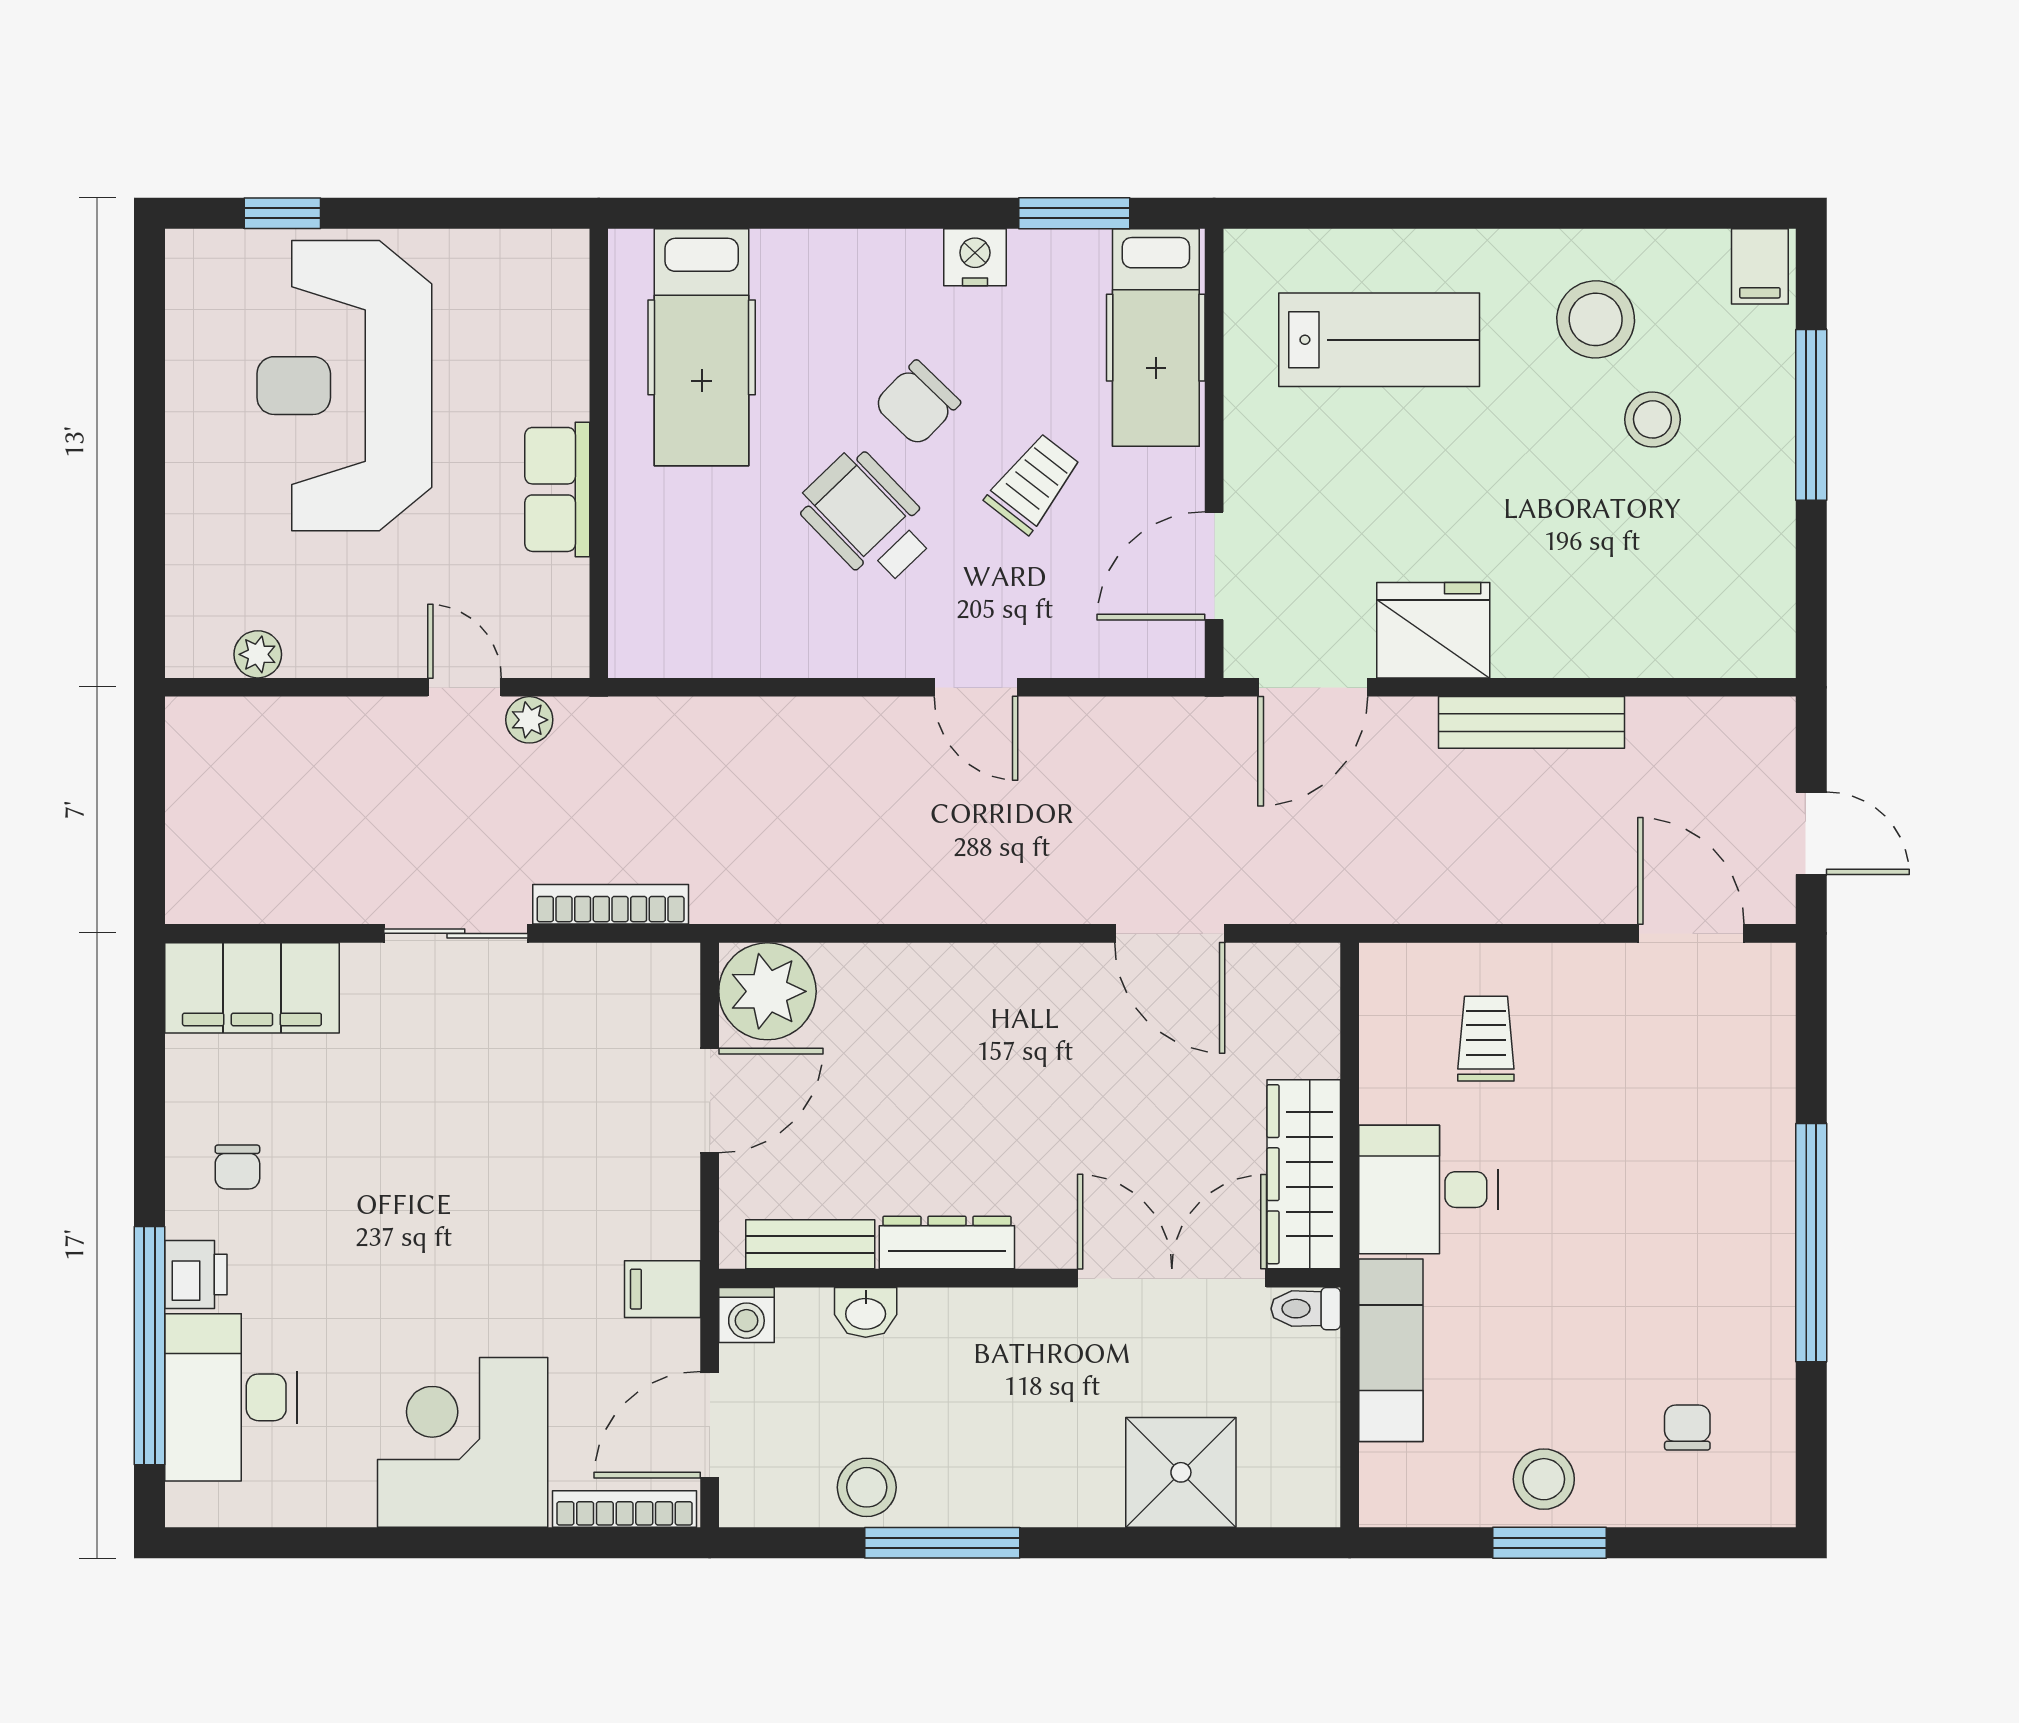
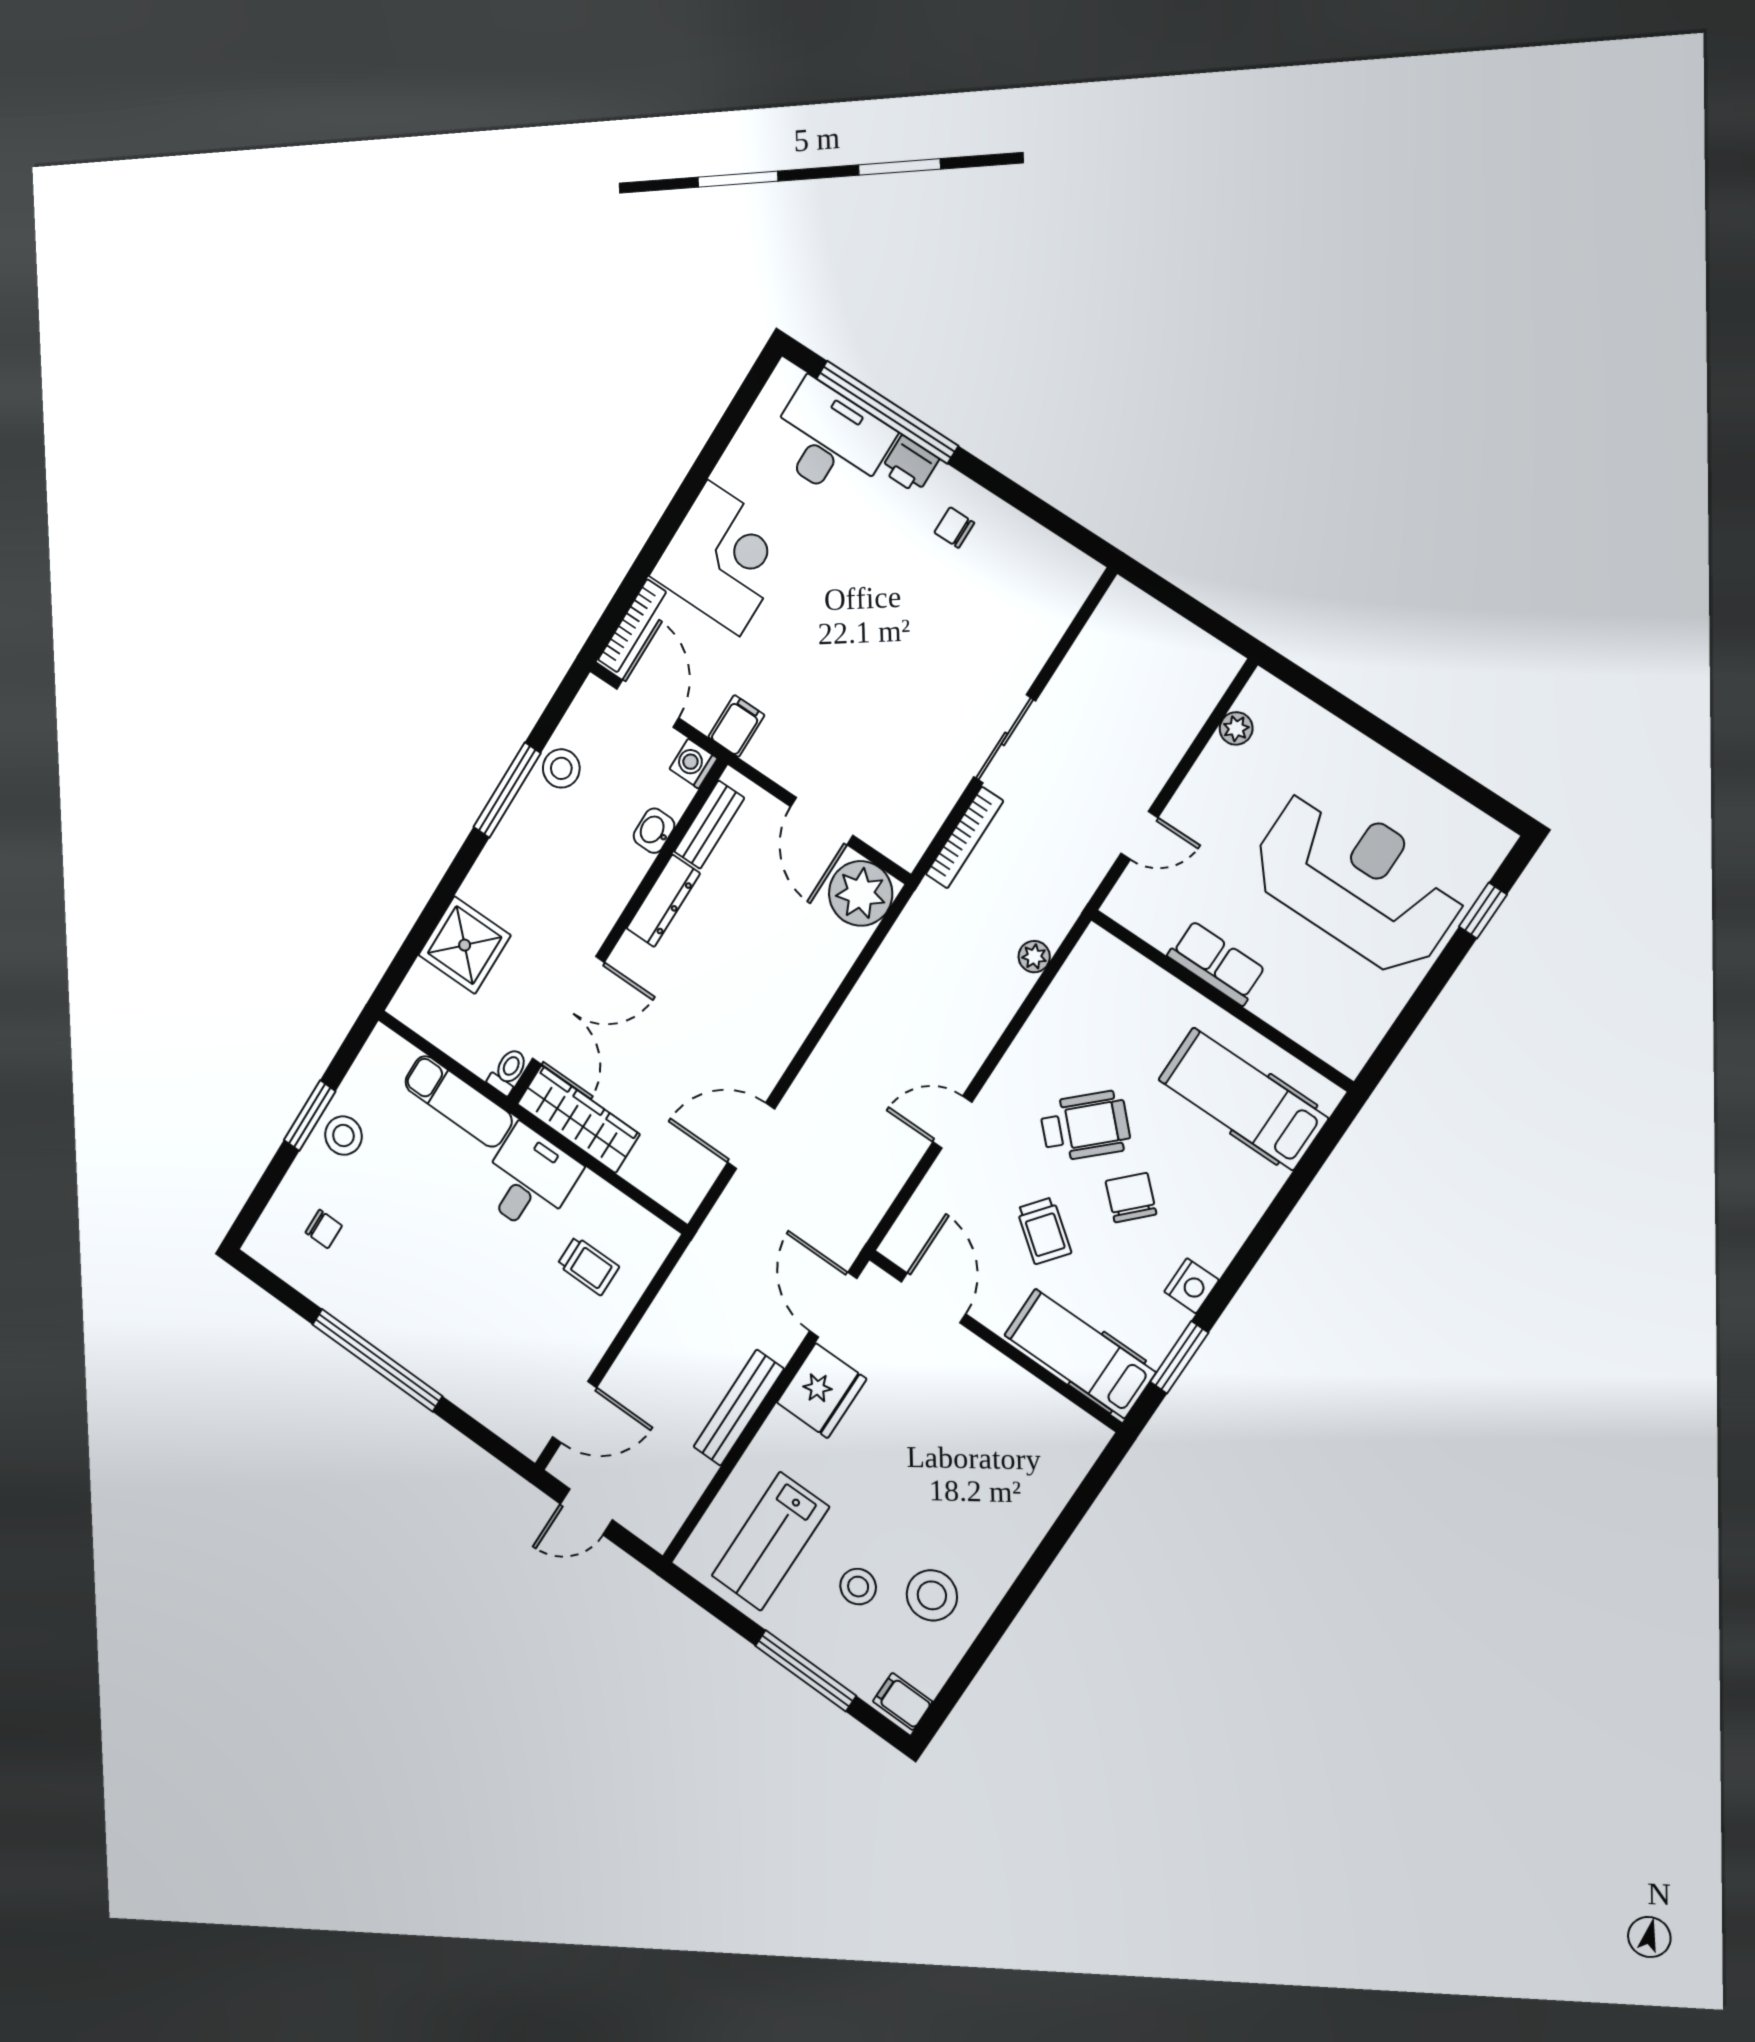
lab bench: (1379, 340) -> (770, 1541), moved
plant: (529, 720) -> (1034, 957), moved
filing cabinet: (252, 988) -> (1049, 601), removed

